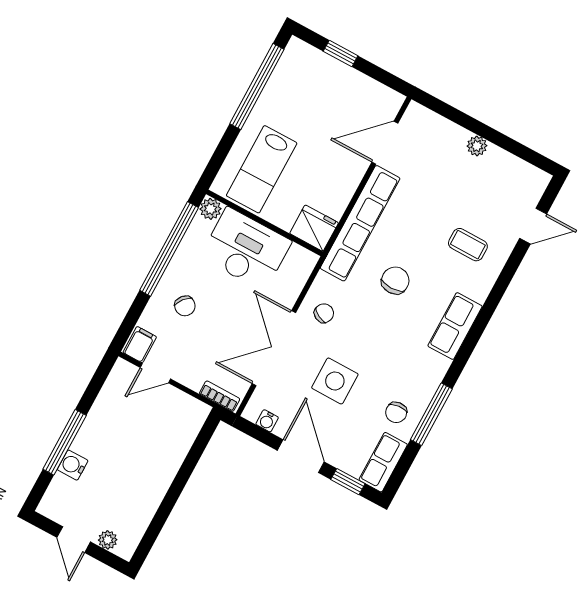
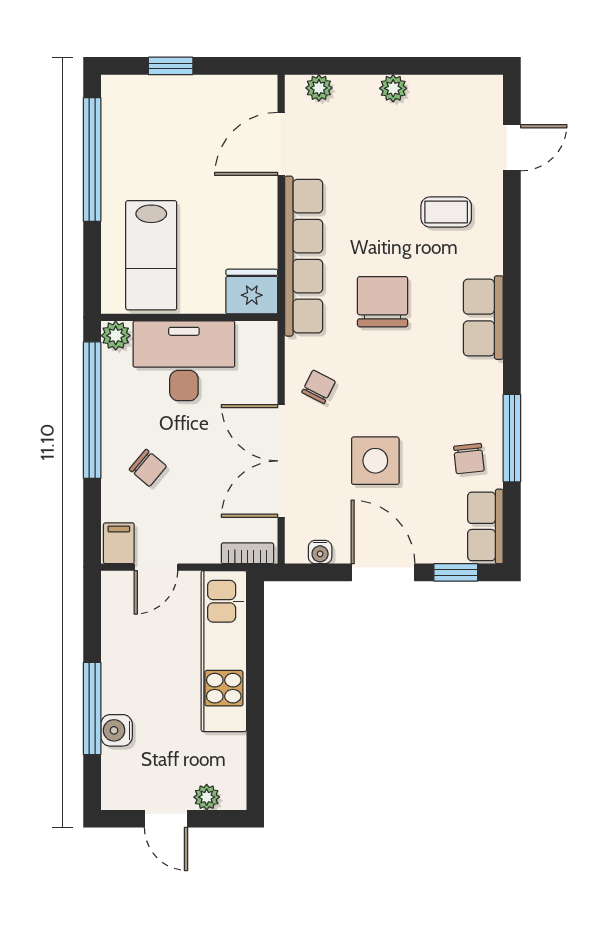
plant: (429, 120) -> (319, 88), added
chair: (395, 280) -> (383, 302), width x1.37, depth x1.37
kitchen unit: (170, 451) -> (224, 651), added

